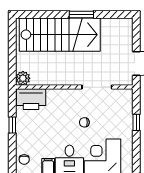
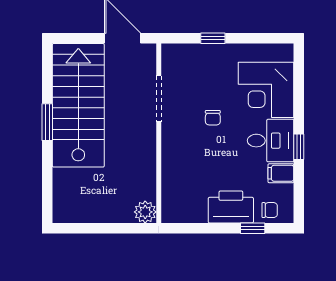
stairs: (60, 35) -> (78, 105), moved
printer: (31, 99) -> (231, 207), moved, turned -90
window: (12, 125) -> (253, 228), moved

